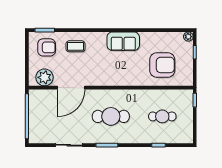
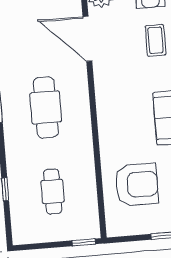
armchair: (162, 65) -> (137, 185), turned -90

